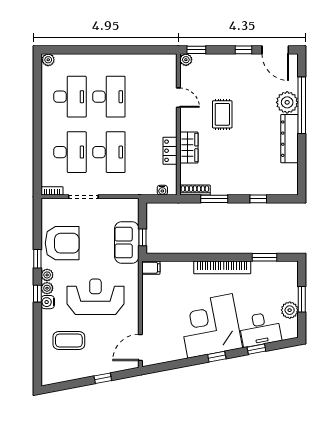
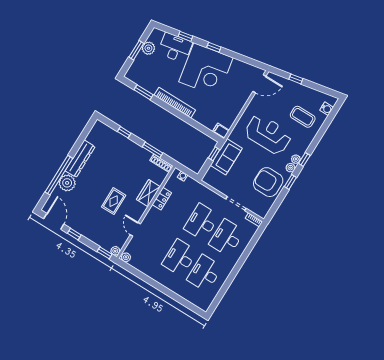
plant: (48, 60) -> (126, 257), moved
reception desk: (95, 297) -> (268, 134), turned 180
water cooler: (48, 302) -> (327, 109), moved

